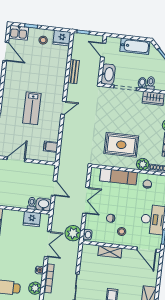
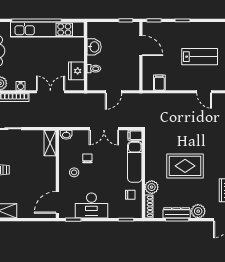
lab bench: (32, 108) -> (200, 57), turned 180
rug: (121, 145) -> (185, 166), moved, turned 90
filing cabinet: (95, 174) -> (135, 135), added
washbasin: (44, 205) -> (94, 47), moved
plant: (73, 233) -> (66, 118), removed
double door: (48, 244) -> (50, 92), swing flipped
shelving: (110, 252) -> (50, 143), moved

